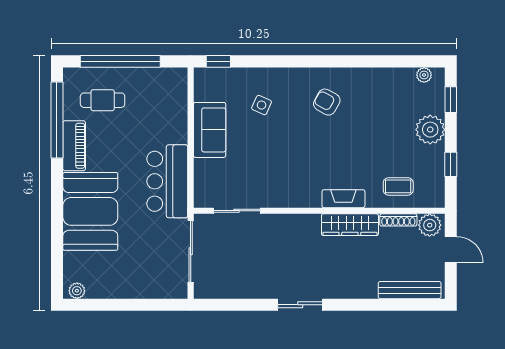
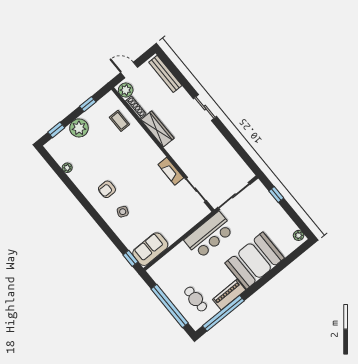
plant: (424, 75) -> (67, 168), moved
armchair: (327, 102) -> (107, 189), turned 61
side table: (262, 105) -> (123, 212), moved
sofa: (210, 130) -> (150, 249), moved
fireplace: (343, 199) -> (171, 171), moved
door: (451, 250) -> (129, 70), hinge flipped
window: (150, 305) -> (276, 195), added
sliding door: (300, 305) -> (205, 108), moved

